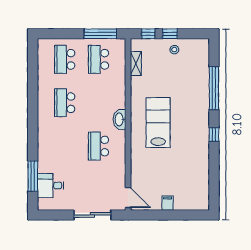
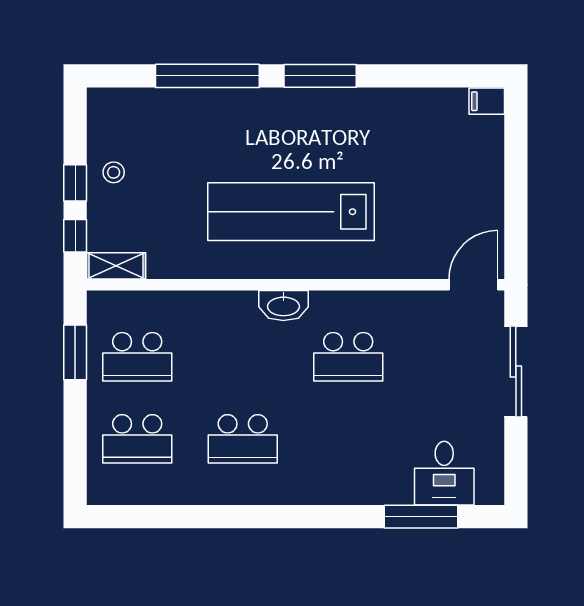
window: (100, 34) -> (75, 352), width x0.69
shelving: (136, 64) -> (116, 266), moved
lab bench: (158, 123) -> (291, 212), width x1.36
window: (214, 135) -> (320, 76), width x2.17
filing cabinet: (168, 203) -> (487, 101), moved

